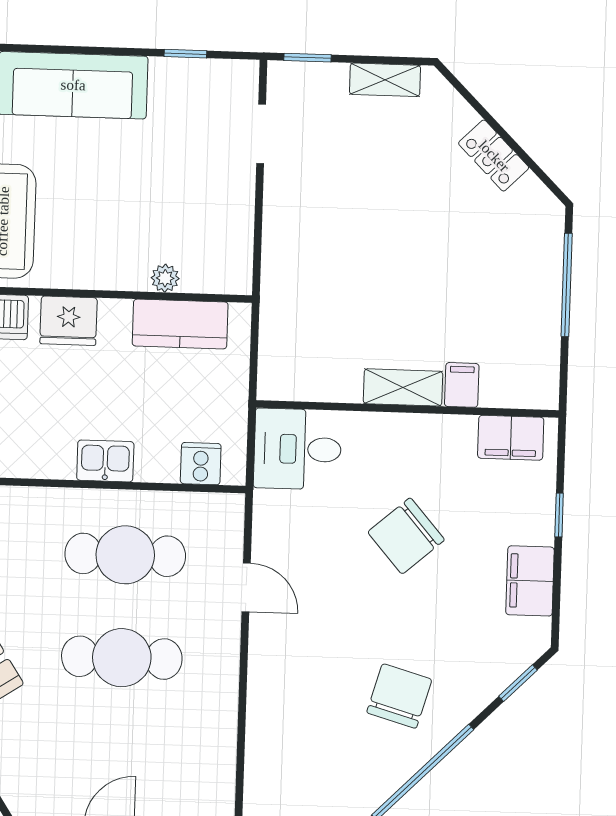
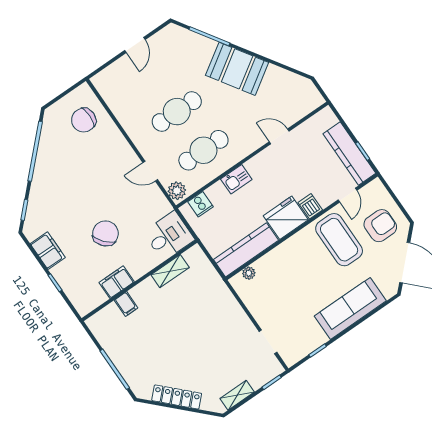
locker: (494, 156) -> (177, 397), width x1.53
plant: (165, 278) -> (249, 273), moved
fridge: (69, 321) -> (286, 218), width x1.36, depth x1.34
kitchen counter: (180, 324) -> (246, 250), width x1.50
shelving: (403, 387) -> (170, 271), moved
filing cabinet: (511, 438) -> (117, 282), moved
plant: (225, 518) -> (177, 191), added
chair: (399, 696) -> (84, 120), moved, turned 74

